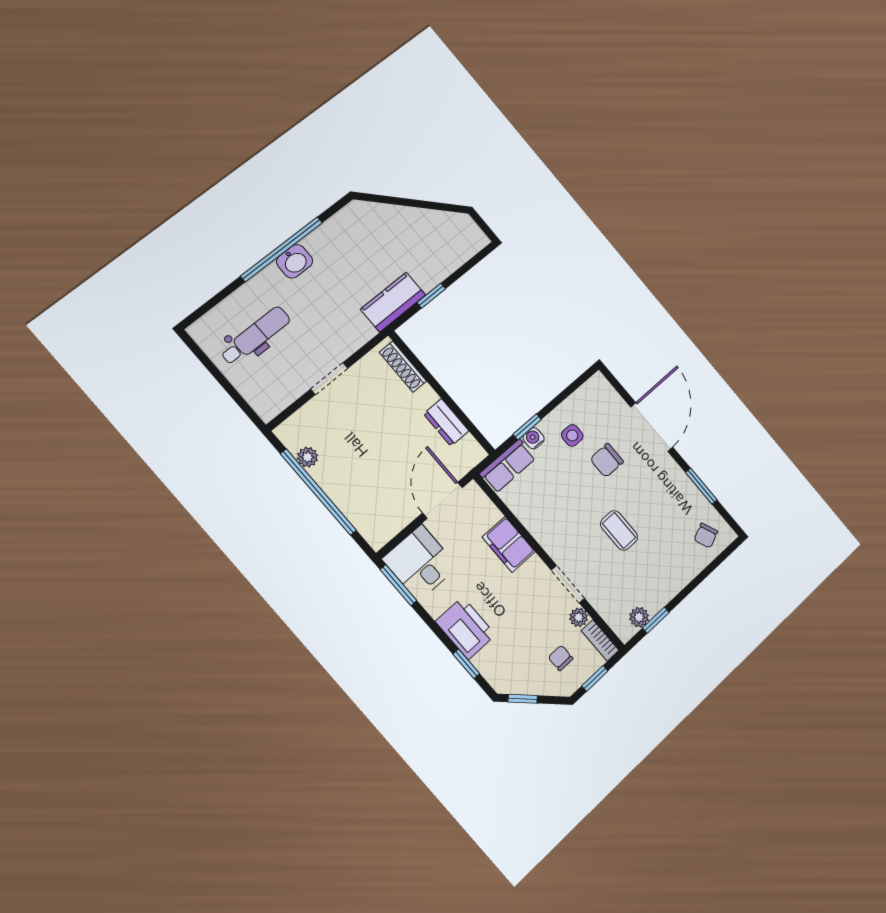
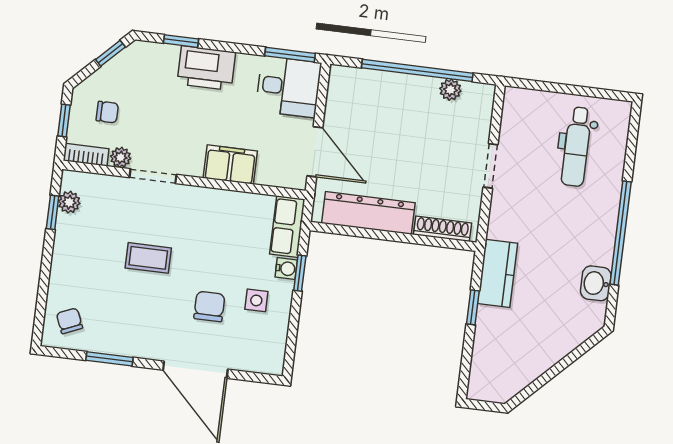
washbasin: (295, 261) -> (596, 283), moved
dresser: (446, 422) -> (368, 213), width x1.96, depth x1.24

